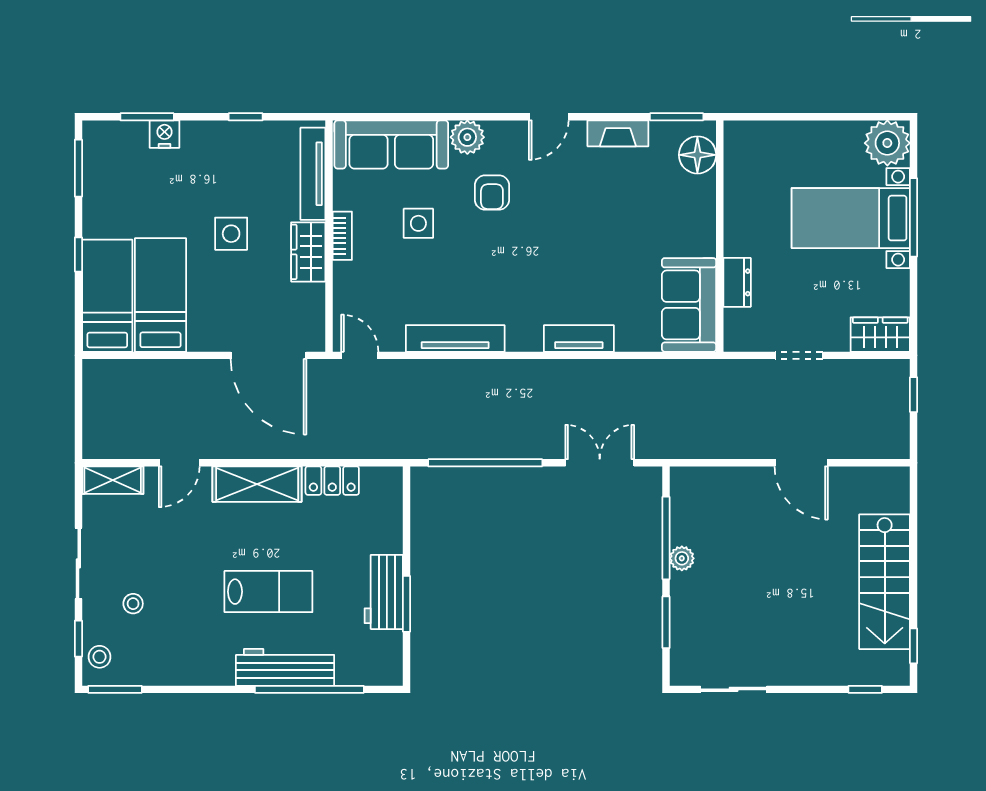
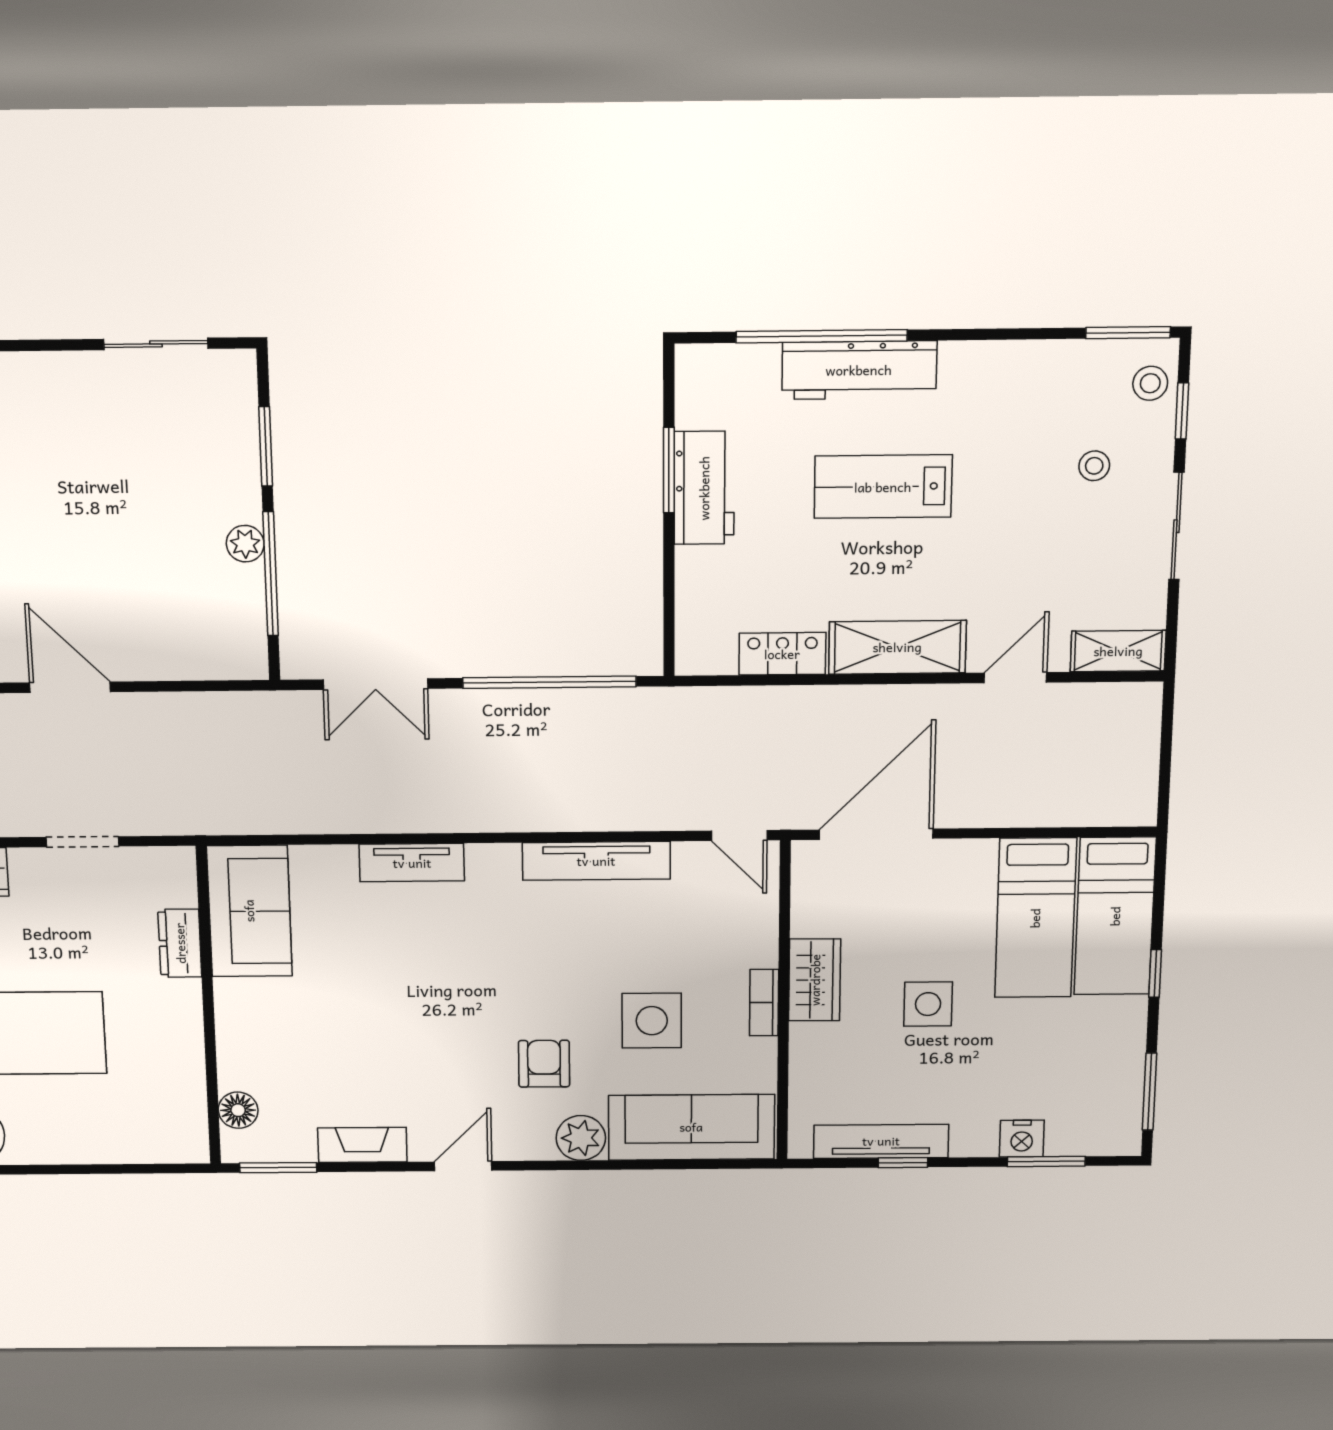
floor lamp: (697, 155) -> (238, 1110), width x0.73, depth x0.73
tv unit: (313, 174) -> (881, 1141), moved, turned -90
side table: (418, 223) -> (652, 1021), width x1.37, depth x1.37
door: (269, 355) -> (876, 834), hinge flipped

